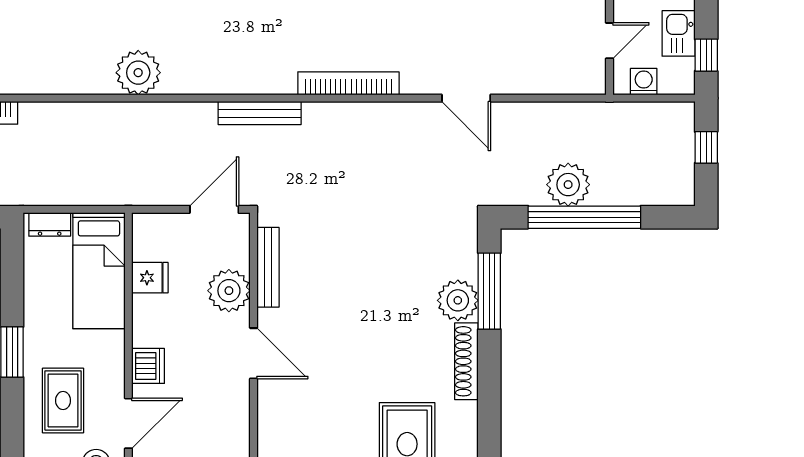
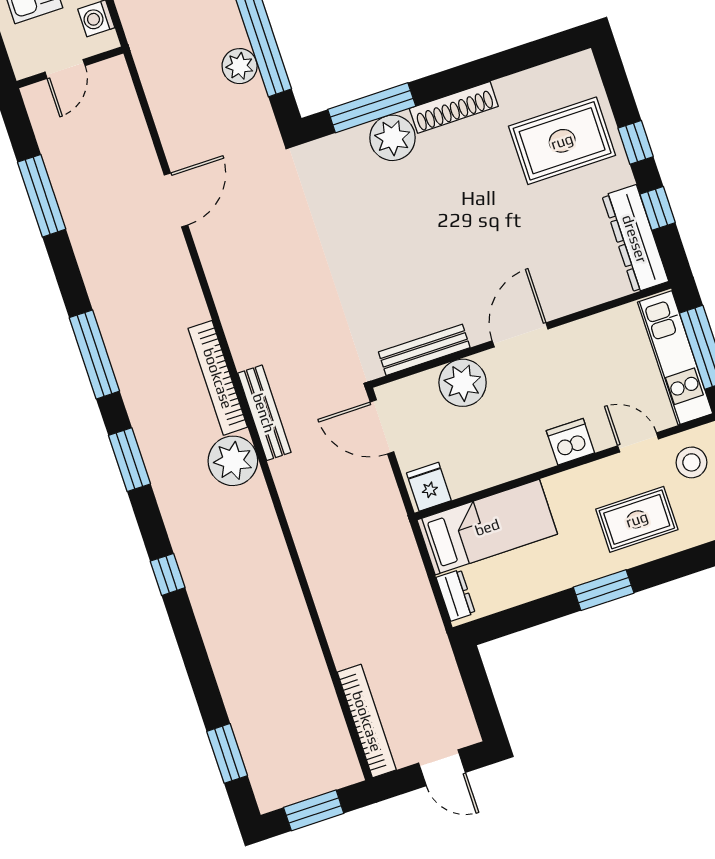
door: (609, 41) -> (65, 69), swing flipped
plant: (138, 73) -> (233, 461), moved
bookcase: (348, 83) -> (218, 378), moved
plant: (568, 185) -> (240, 66), width x0.73, depth x0.73
fridge: (150, 278) -> (429, 487), moved
door: (128, 423) -> (638, 442), width x0.73

